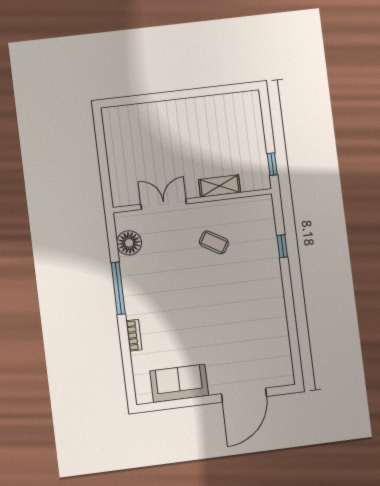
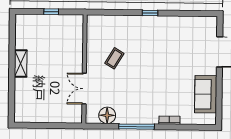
window: (272, 164) -> (51, 12), moved
shelving: (220, 186) -> (21, 64), moved
window: (282, 246) -> (150, 13), moved

